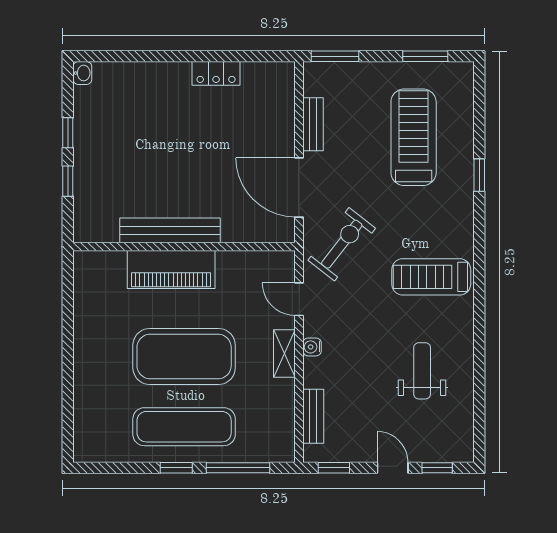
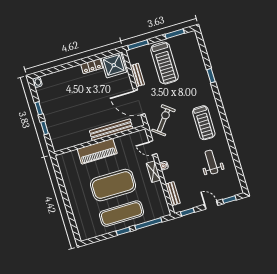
shower: (266, 86) -> (114, 65), added
treadmill: (414, 137) -> (165, 63), moved, turned 180
bench: (170, 230) -> (111, 130), moved
treadmill: (431, 277) -> (204, 123), turned -90

